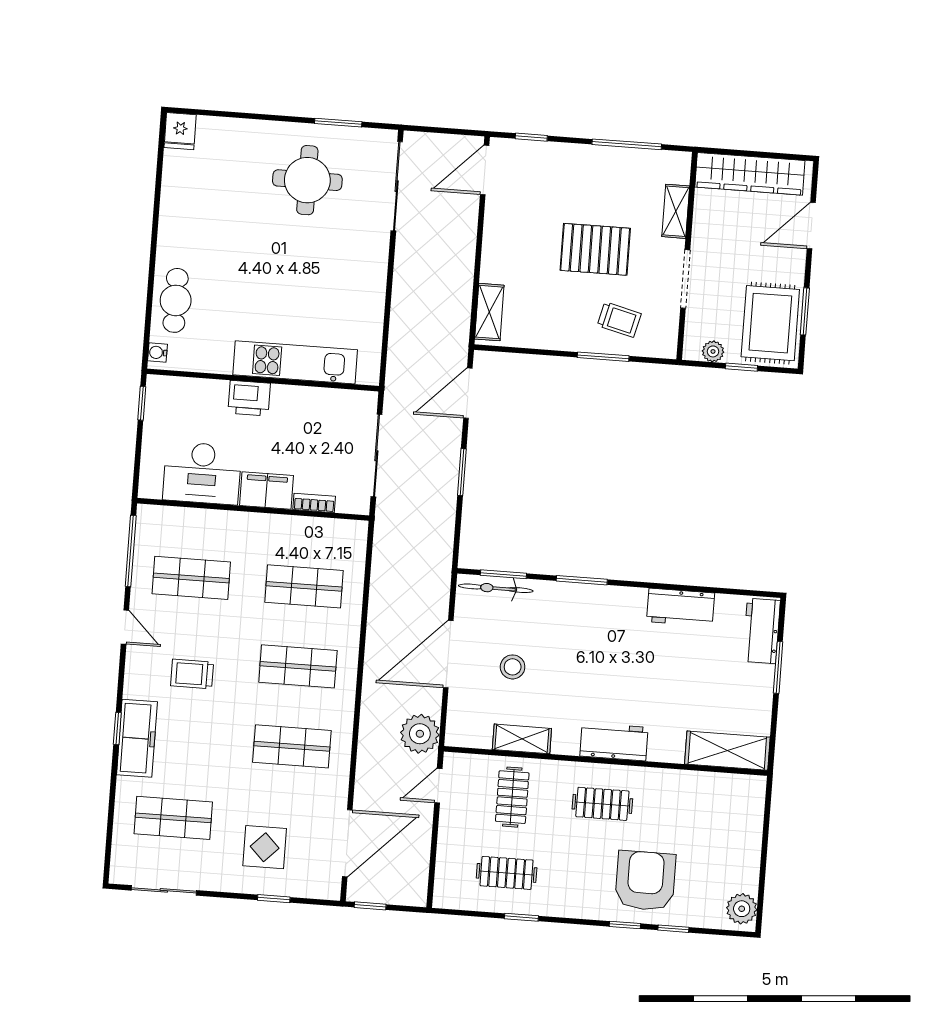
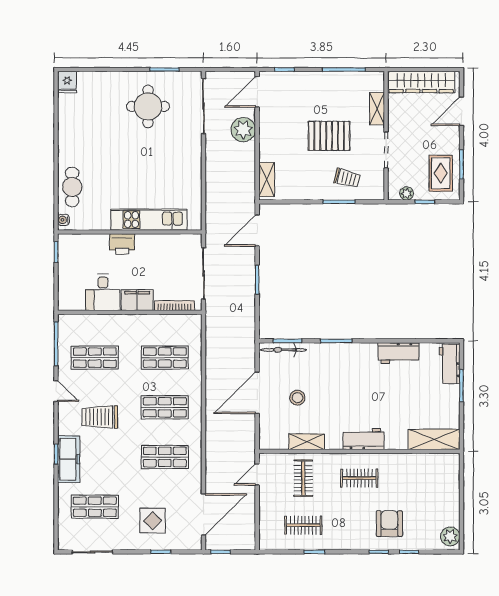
rug: (770, 323) -> (441, 173), width x0.73, depth x0.70
desk: (202, 473) -> (103, 292), width x0.73
bookcase: (314, 503) -> (174, 306), width x1.56
trolley: (192, 674) -> (100, 417), width x1.36, depth x1.39
plant: (420, 734) -> (243, 130), moved
armchair: (645, 881) -> (389, 524), width x0.73, depth x0.73

